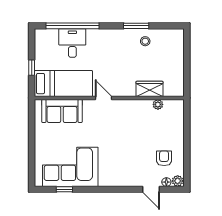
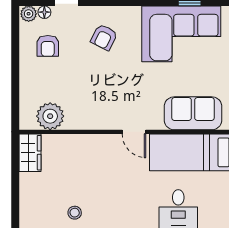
wardrobe: (149, 89) -> (30, 153), moved, turned -90
plant: (158, 104) -> (50, 116), width x1.87, depth x1.87
armchair: (125, 164) -> (104, 37), added

